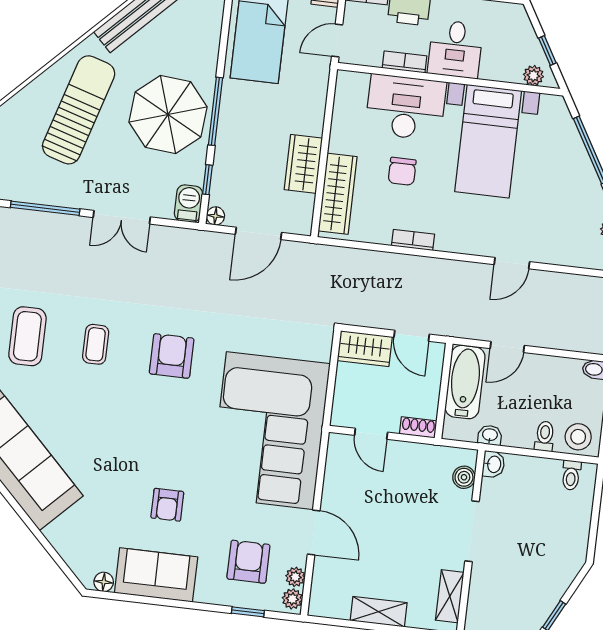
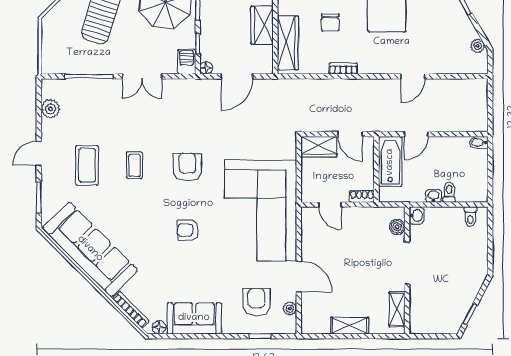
washbasin: (490, 435) -> (433, 196), moved
stool: (578, 437) -> (472, 190), removed
armchair: (167, 505) -> (188, 230), moved, turned 90
bookcase: (66, 552) -> (131, 310), added
plant: (292, 599) -> (290, 324), removed

